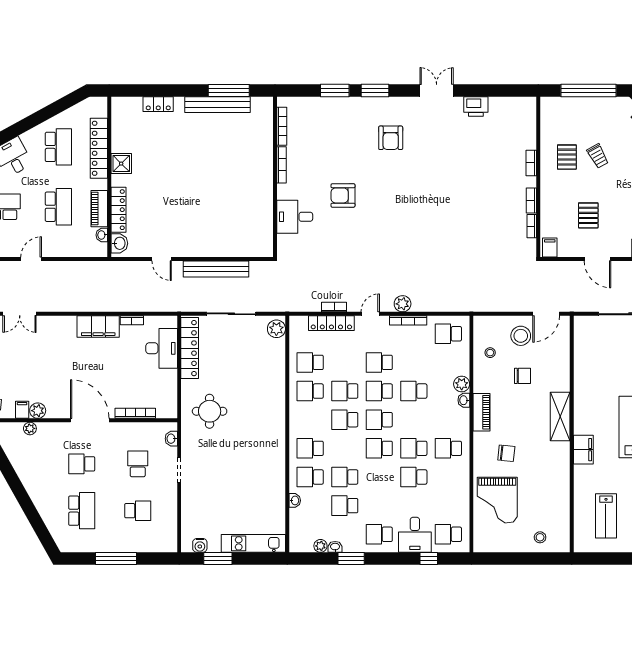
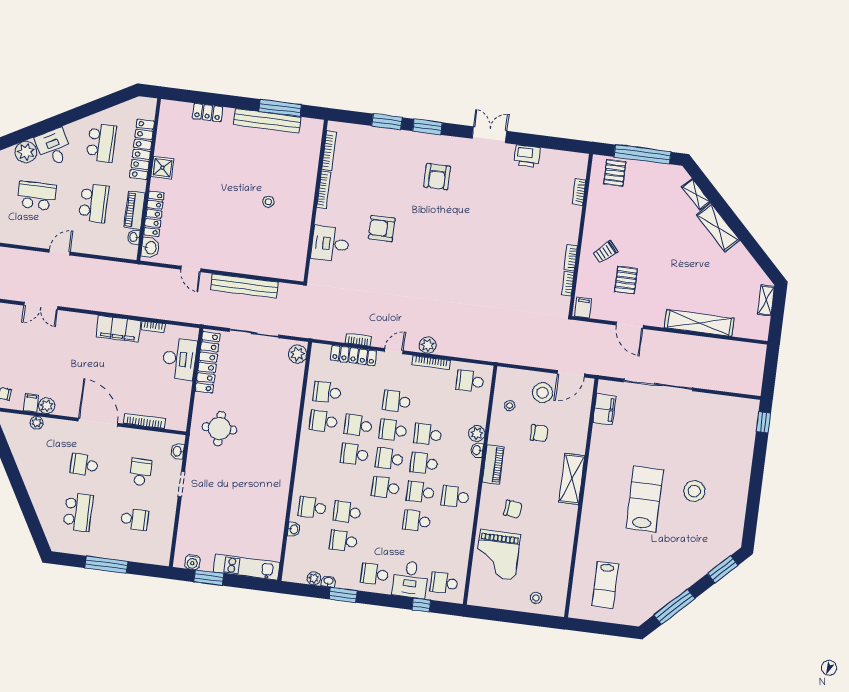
trolley: (598, 156) -> (605, 252), moved, turned 78
pallet: (567, 157) -> (615, 173), moved
bookcase: (531, 163) -> (579, 192), moved
stool: (229, 184) -> (268, 202), added
school desk: (310, 448) -> (424, 463), moved
filing cabinet: (583, 450) -> (604, 409), moved

